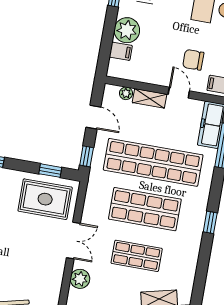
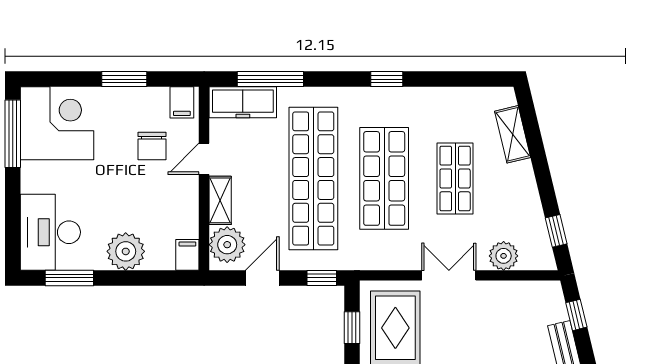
filing cabinet: (121, 51) -> (187, 255), moved
plant: (126, 93) -> (227, 245), width x1.87, depth x1.87

